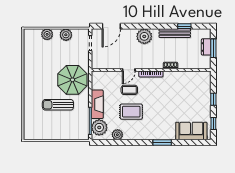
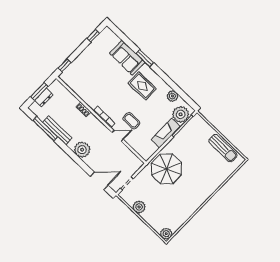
window: (184, 26) -> (45, 129), width x2.17
plant: (47, 34) -> (166, 234), moved
window: (213, 99) -> (65, 65), moved
sun lounger: (58, 105) -> (223, 148), moved
rug: (131, 112) -> (142, 86), moved
sofa: (191, 131) -> (127, 58), moved

